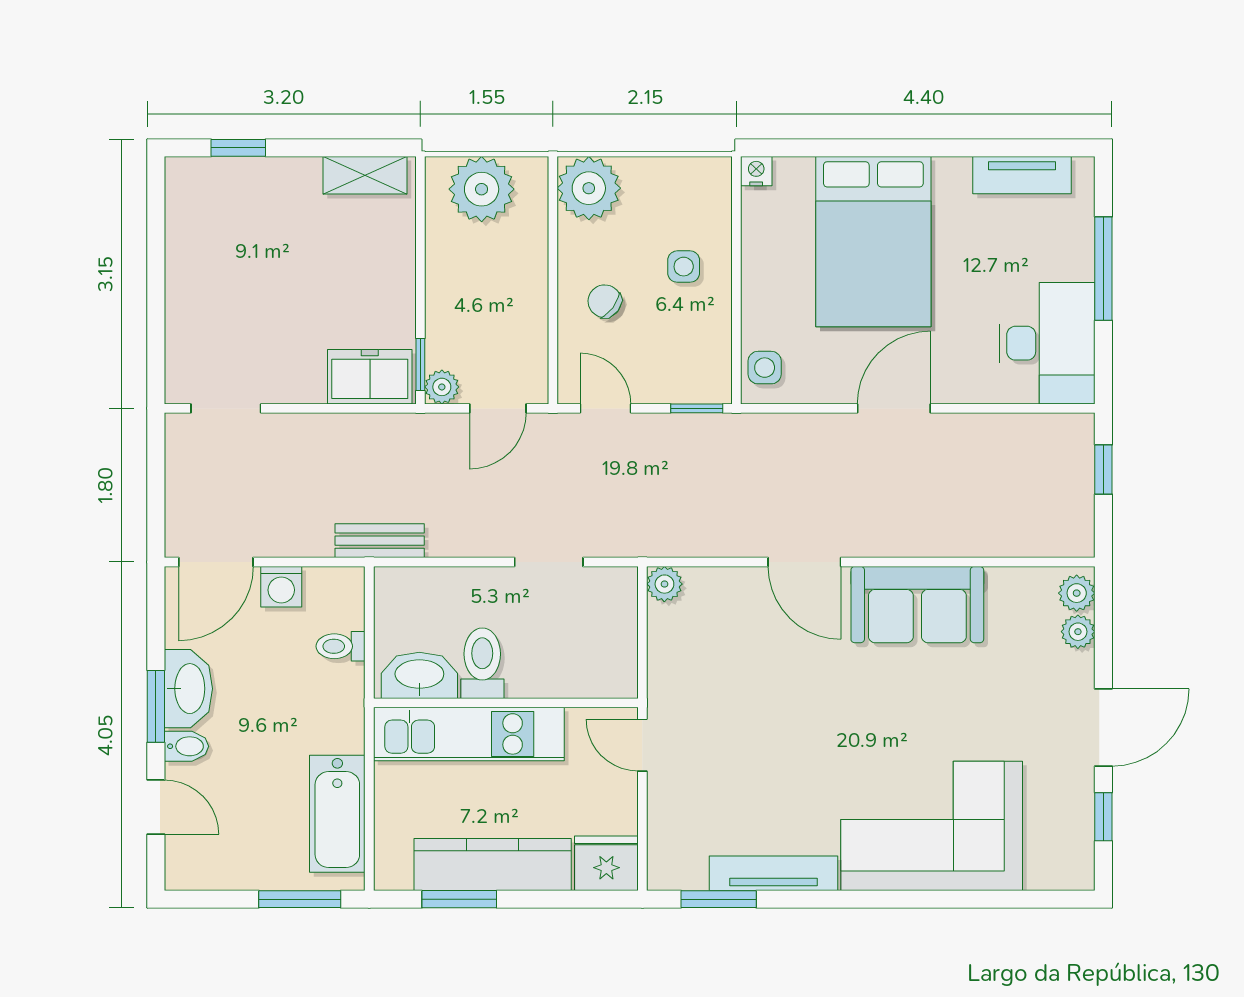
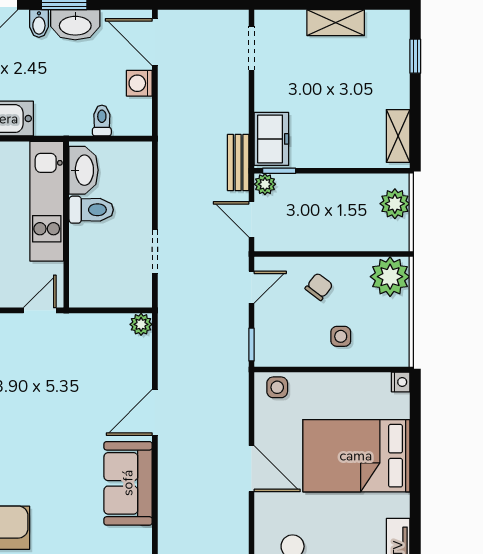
plant: (482, 189) -> (395, 204), width x0.73, depth x0.73
shelving: (185, 274) -> (336, 23), added
bench: (380, 541) -> (238, 163), moved

